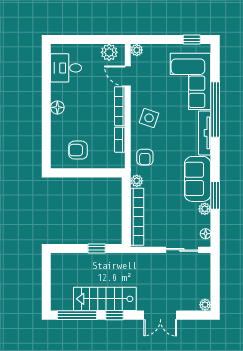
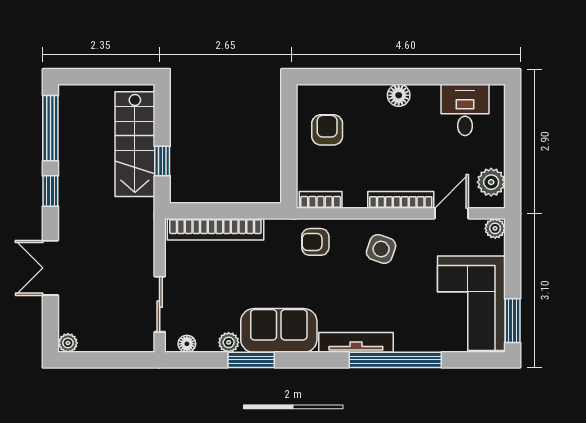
window: (192, 40) -> (513, 321), width x1.50
corner sofa: (191, 81) -> (471, 303), moved, turned -90
bookcase: (120, 140) -> (321, 200), moved
plant: (137, 181) -> (276, 228), removed
stairs: (105, 299) -> (135, 144), moved, turned 180

